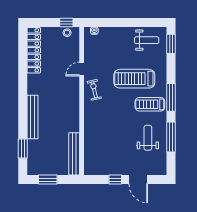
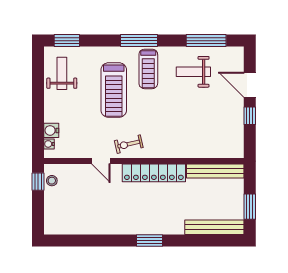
water cooler: (104, 32) -> (51, 130), added
locker: (34, 50) -> (154, 173), moved, turned 180
bench: (33, 117) -> (214, 227), moved
window: (171, 137) -> (206, 41), moved
window: (23, 149) -> (149, 240), moved
door: (138, 180) -> (250, 85), swing flipped

